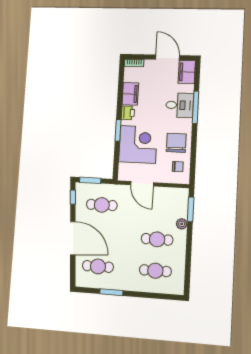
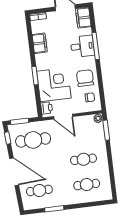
printer: (128, 113) -> (47, 108), moved
cafe table: (102, 205) -> (33, 140), width x1.37, depth x1.35
plant: (182, 224) -> (98, 118), moved

